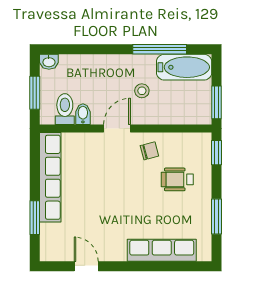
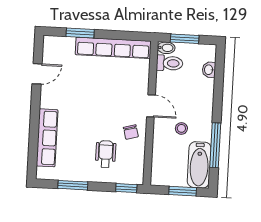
washbasin: (49, 62) -> (209, 70), moved
window: (217, 102) -> (183, 191), moved
bidet: (83, 114) -> (166, 48), moved

